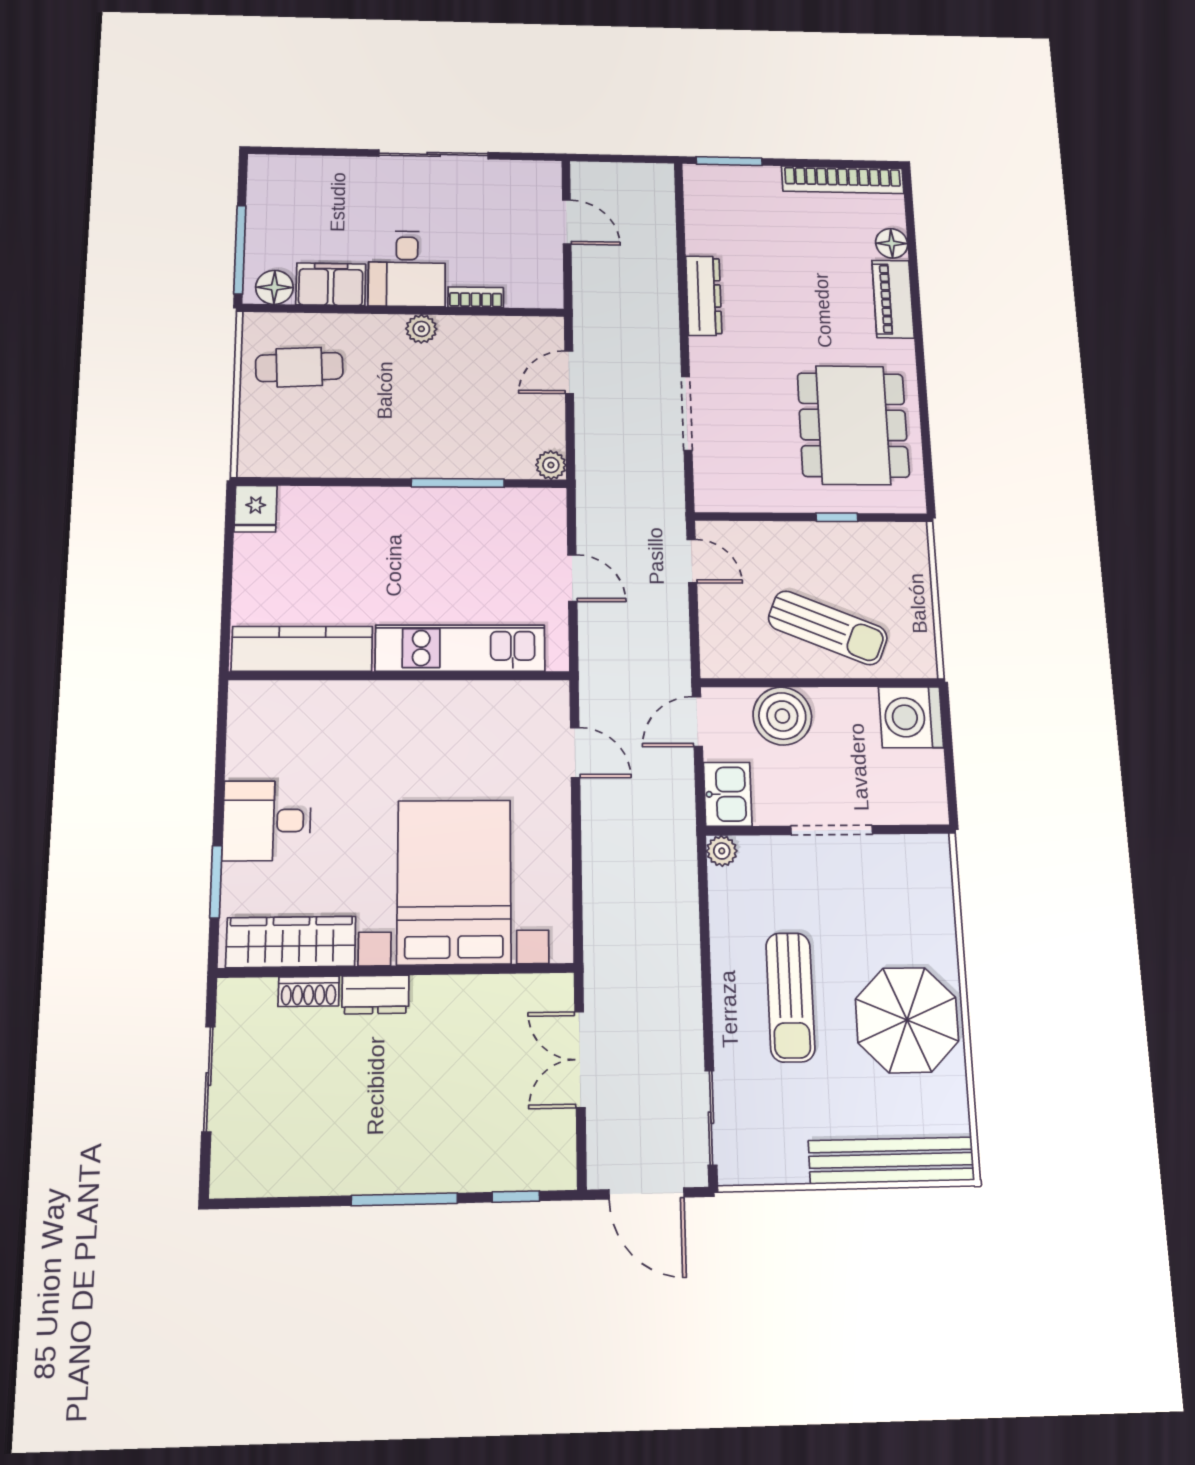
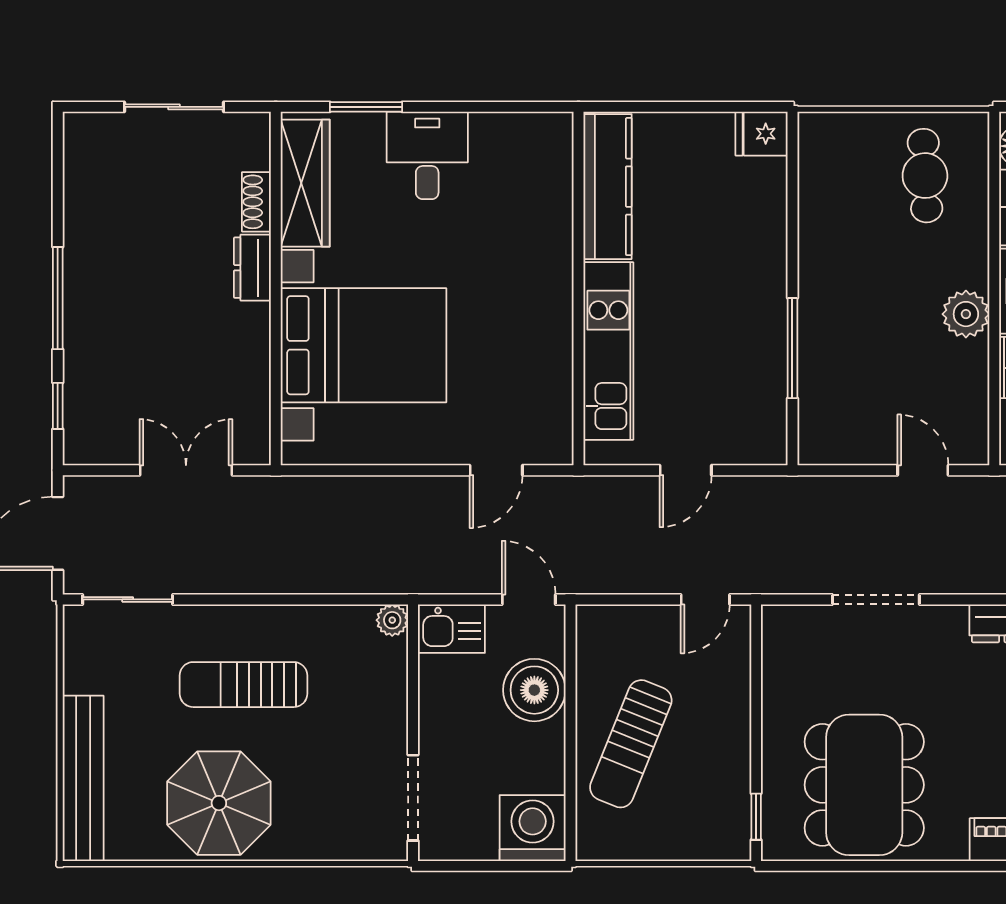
plant: (421, 329) -> (966, 314), width x1.38, depth x1.38
dining table: (853, 425) -> (864, 785), turned 90
plant: (551, 465) -> (814, 449), removed
window: (837, 517) -> (756, 817), moved
doorway: (832, 830) -> (413, 798), moved

